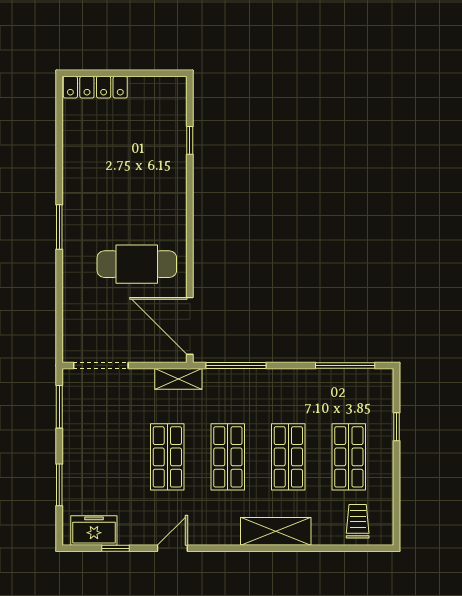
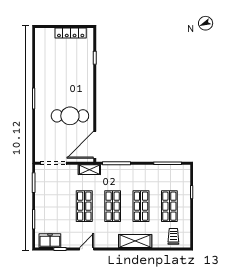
locker: (95, 87) -> (71, 33), moved
door: (190, 326) -> (95, 145), hinge flipped

